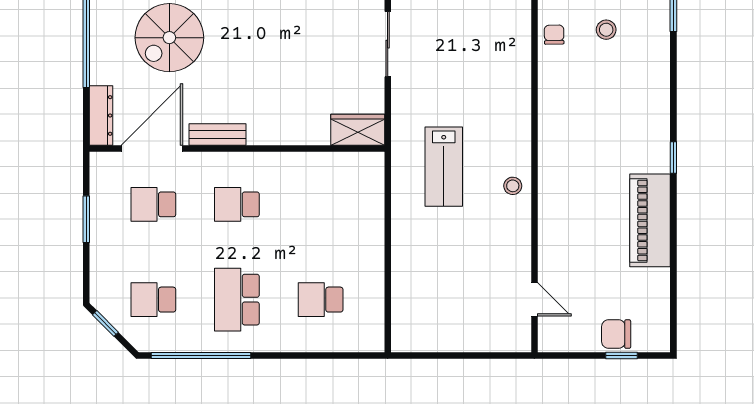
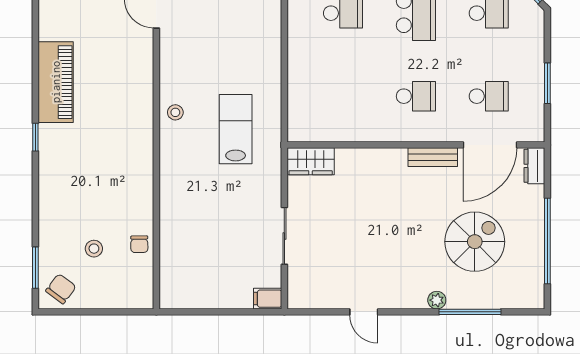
dresser: (101, 115) -> (534, 166), width x0.70

